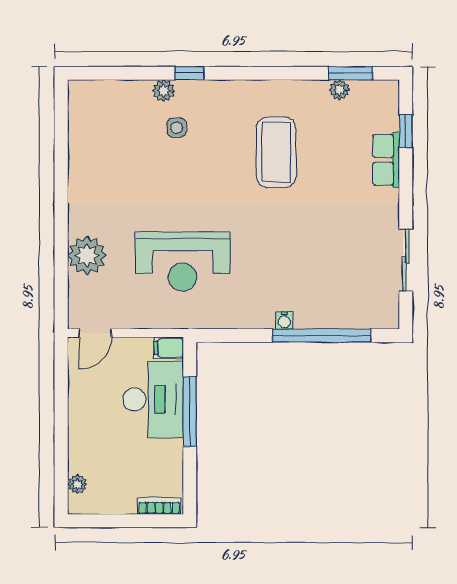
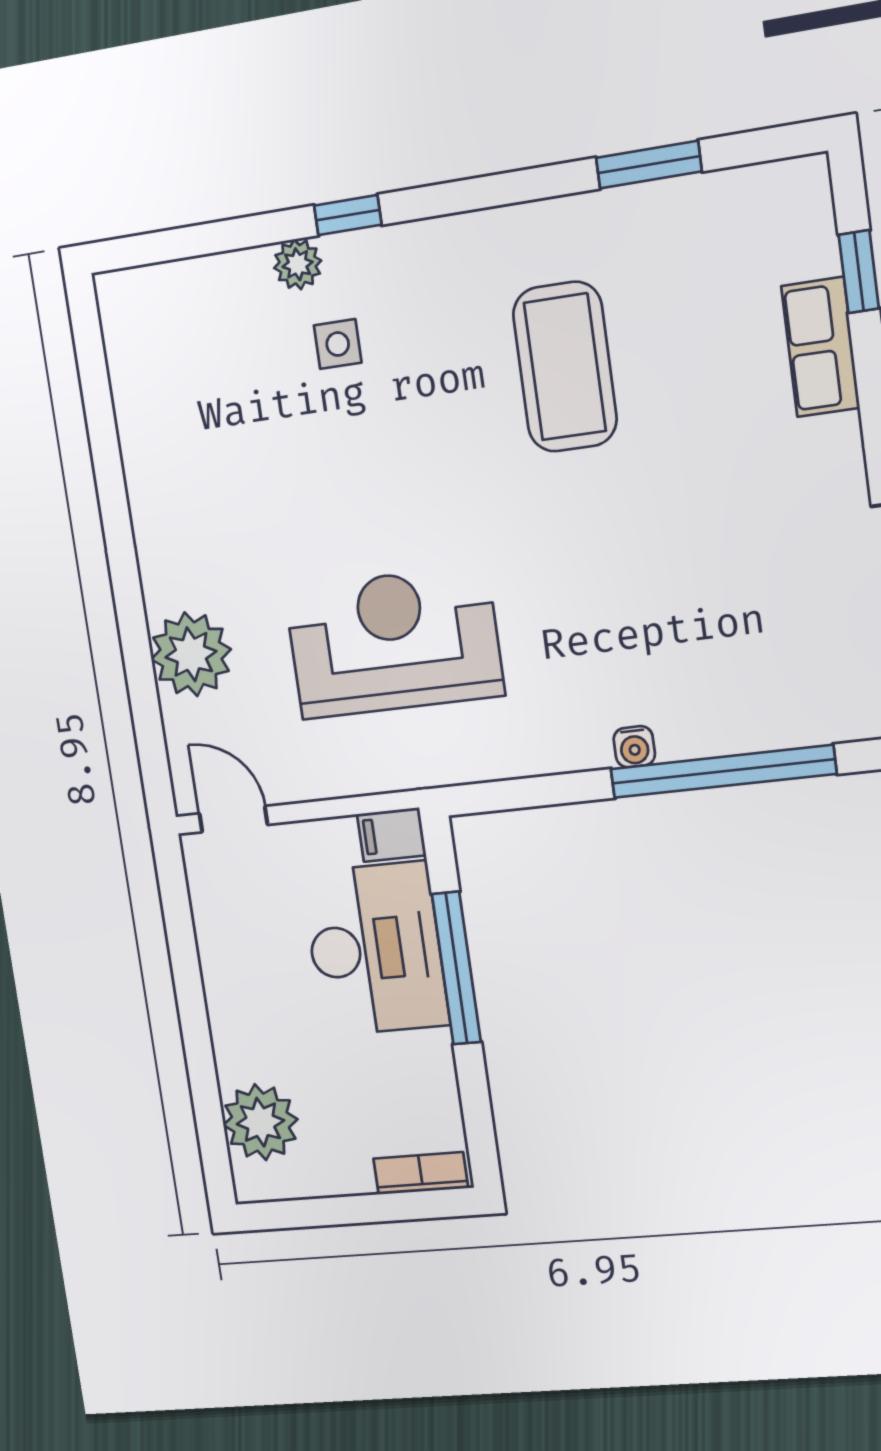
window: (350, 73) -> (649, 165), moved
plant: (340, 90) -> (691, 198), removed
reception desk: (183, 261) -> (394, 642), turned 180
door: (95, 333) -> (233, 819), swing flipped
plant: (77, 484) -> (260, 1122), width x1.87, depth x1.87

